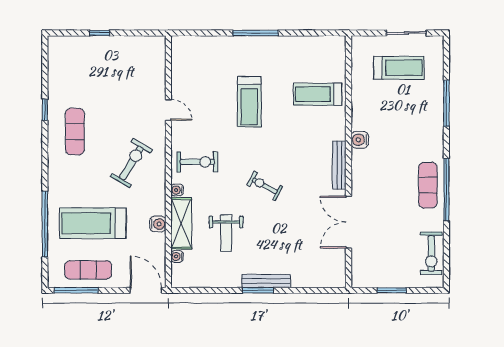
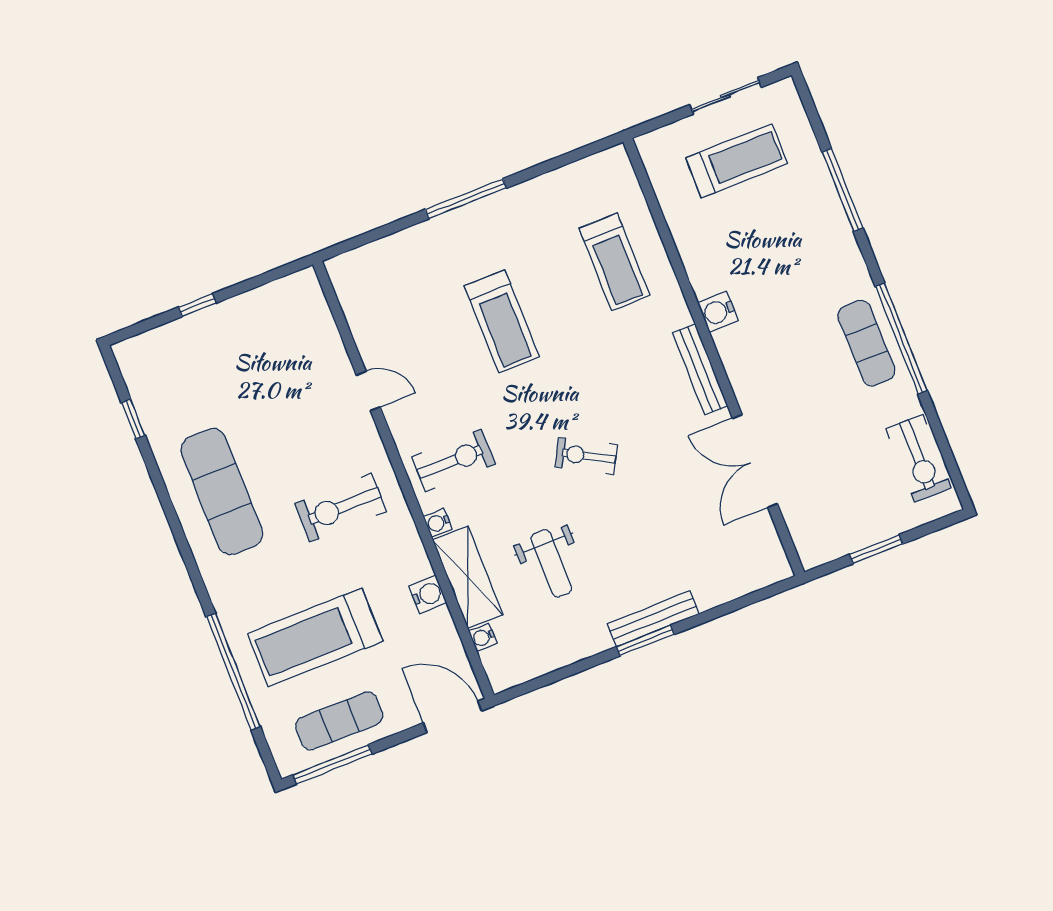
treadmill: (318, 94) -> (614, 262), turned -90
window: (45, 110) -> (133, 419), moved
exercise mat: (75, 132) -> (222, 492), width x1.36, depth x1.45
exercise bike: (131, 163) -> (341, 507), turned -121

